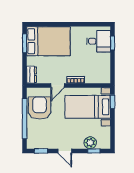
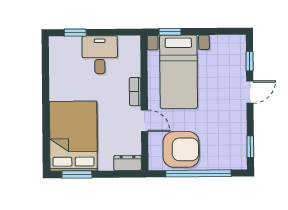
desk: (99, 41) -> (100, 55), moved
armchair: (40, 108) -> (181, 149), turned 180
plant: (90, 143) -> (236, 67), removed
door: (65, 151) -> (250, 92), moved

